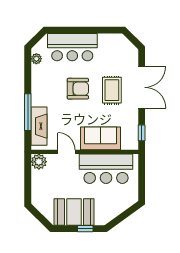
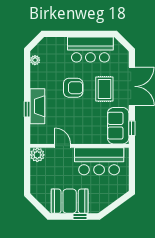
bar counter: (72, 47) -> (90, 50), moved
window: (28, 112) -> (27, 109), width x0.46
fireplace: (39, 126) -> (37, 106), moved
sofa: (101, 138) -> (118, 126), moved, turned -90

